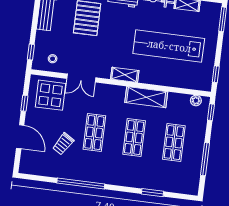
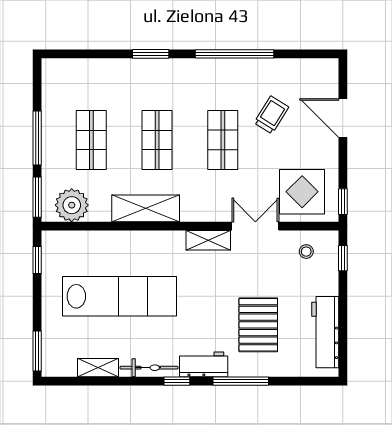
shelving: (125, 75) -> (208, 240), moved
plant: (196, 101) -> (72, 205), width x1.88, depth x1.88
window: (24, 103) -> (343, 202), moved
window: (211, 112) -> (37, 197), width x1.50
window: (205, 159) -> (37, 138), moved
window: (153, 193) -> (151, 54), moved

